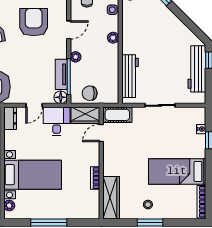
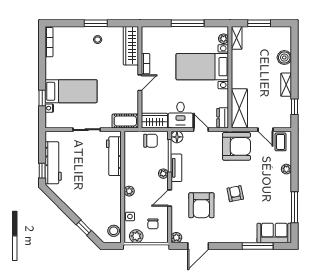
tv unit: (61, 74) -> (176, 168), moved
door: (34, 105) -> (201, 130), hinge flipped
door: (101, 133) -> (140, 83), moved
bed: (177, 171) -> (71, 91), moved

